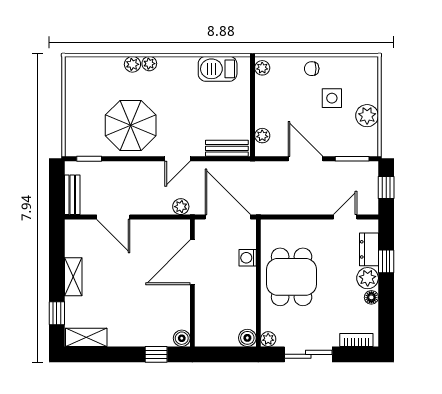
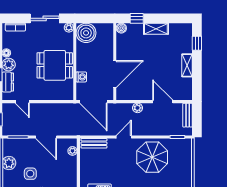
plant: (181, 207) -> (138, 108), moved
door: (345, 217) -> (22, 102), hinge flipped
dining table: (292, 277) -> (55, 65), turned 90
shelving: (86, 337) -> (156, 29), moved
boiler: (247, 338) -> (86, 33), width x1.86, depth x1.86

